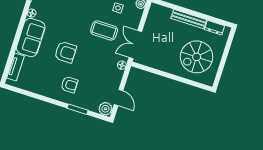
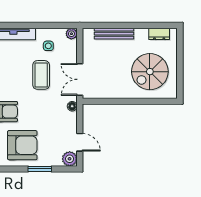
bench: (189, 19) -> (114, 34), moved
coffee table: (104, 30) -> (41, 75), turned 90
armchair: (69, 85) -> (22, 145), width x1.88, depth x1.88

